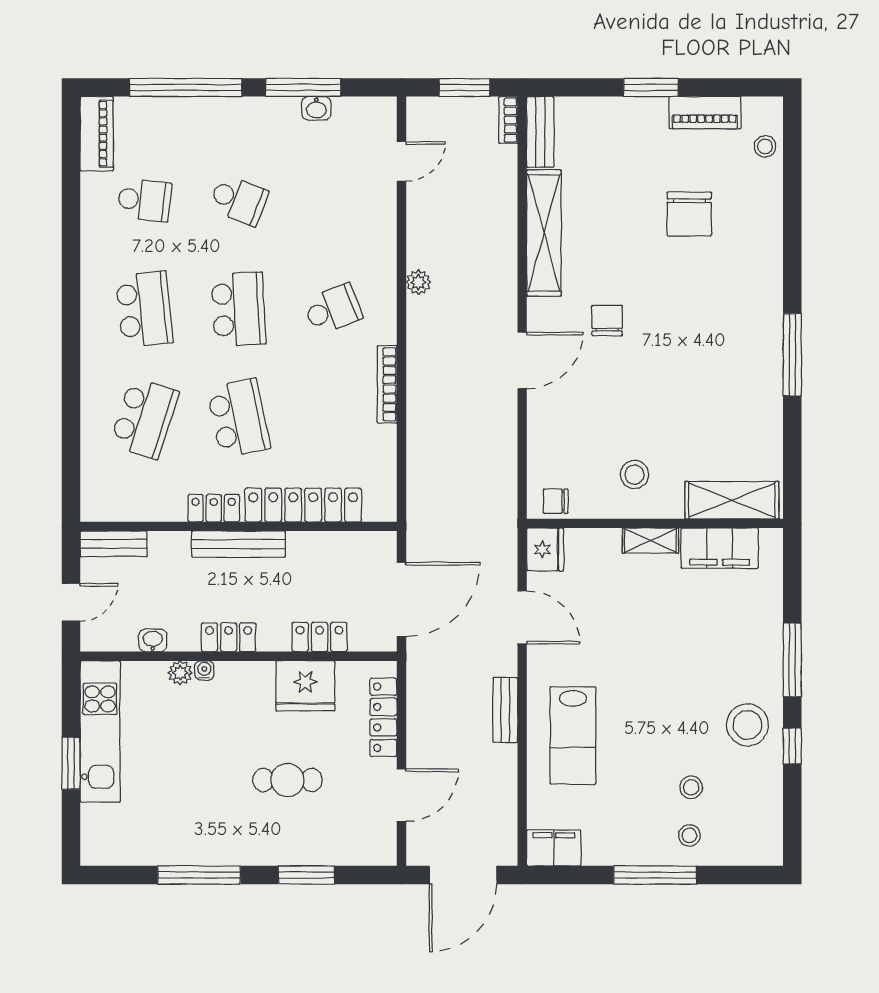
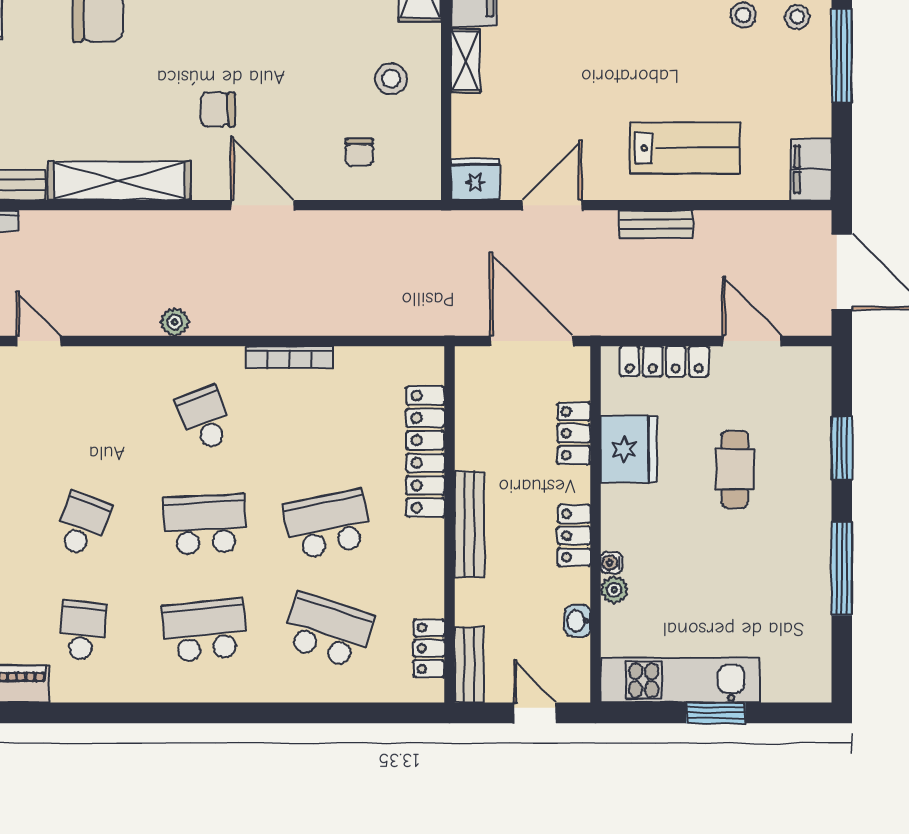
chair: (556, 501) -> (359, 152), moved
locker: (214, 508) -> (429, 648), moved

